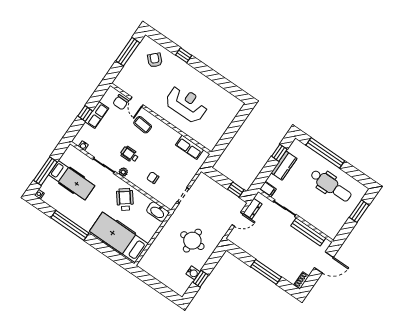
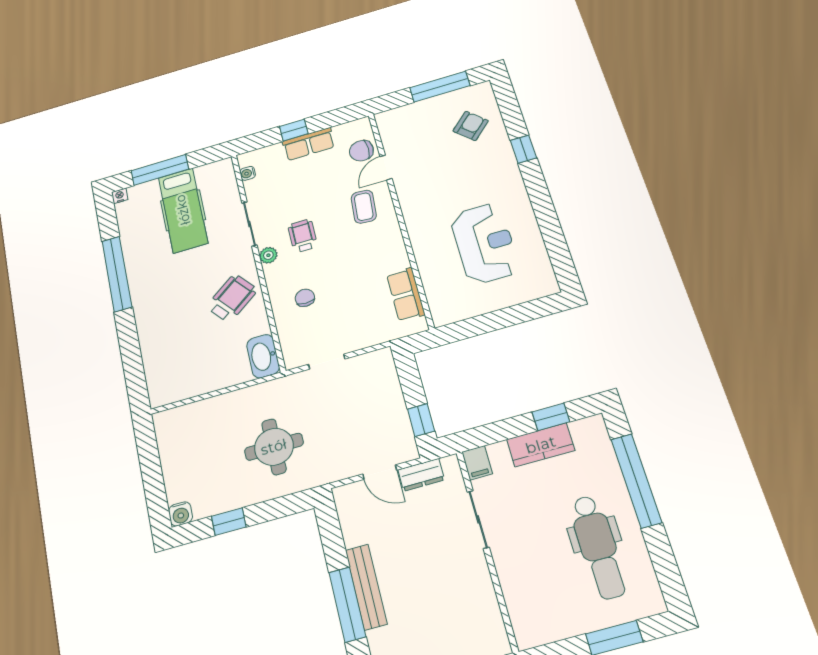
reception desk: (186, 104) -> (485, 243), moved
bench: (308, 232) -> (366, 587), moved
hospital bed: (119, 237) -> (168, 349), removed
water cooler: (193, 273) -> (181, 514), moved

